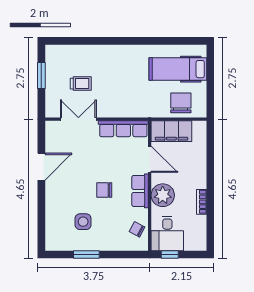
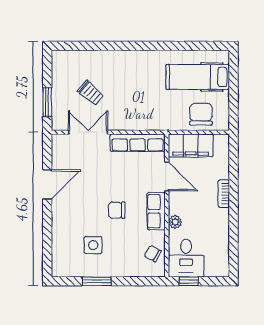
window: (41, 76) -> (47, 102), moved
trolley: (81, 84) -> (91, 93), turned 41
plant: (163, 195) -> (175, 222), width x0.53, depth x0.53
bookcase: (202, 202) -> (224, 194), moved

